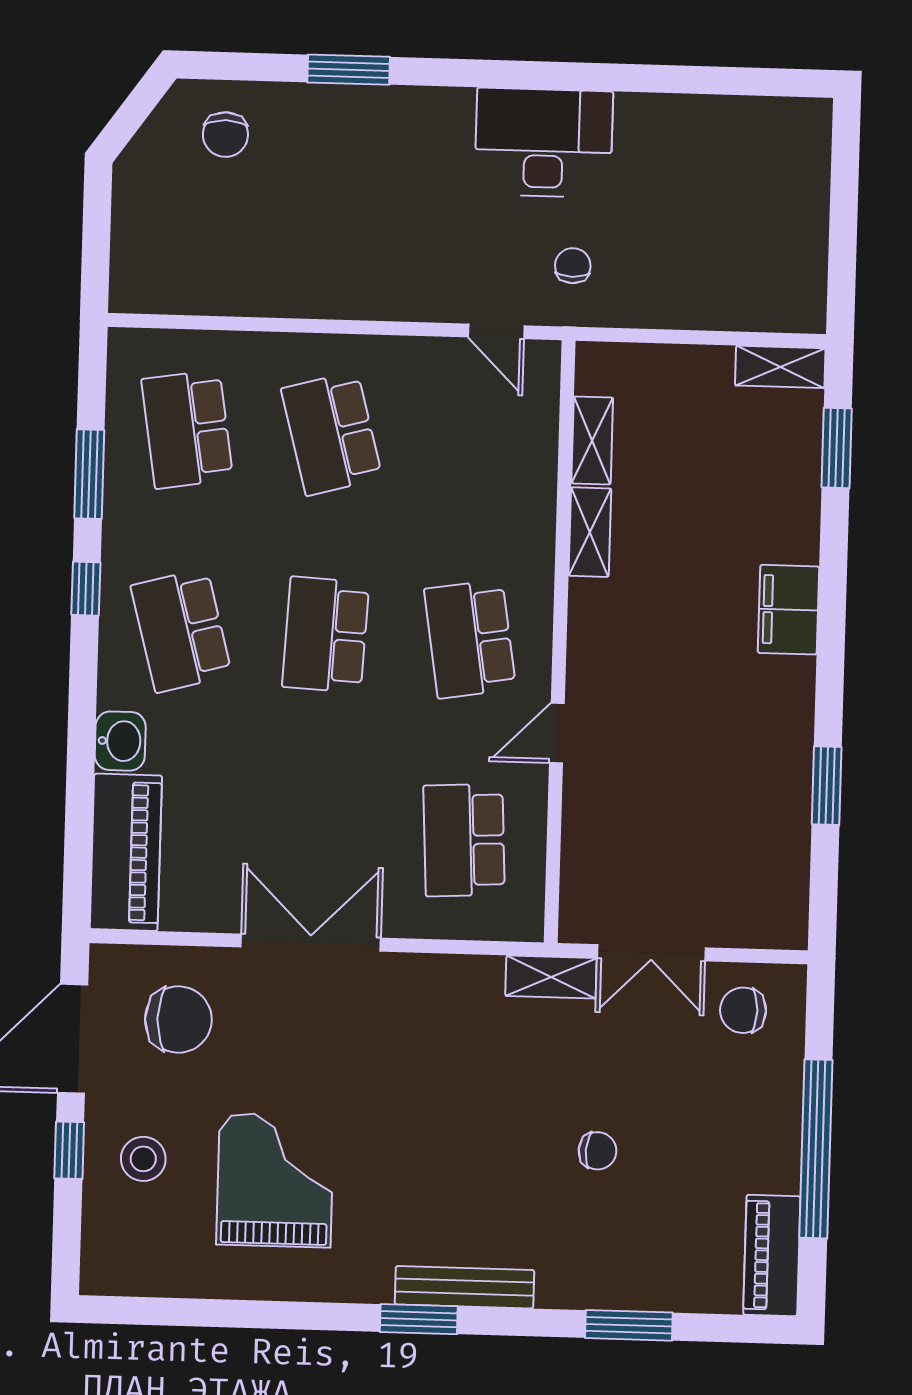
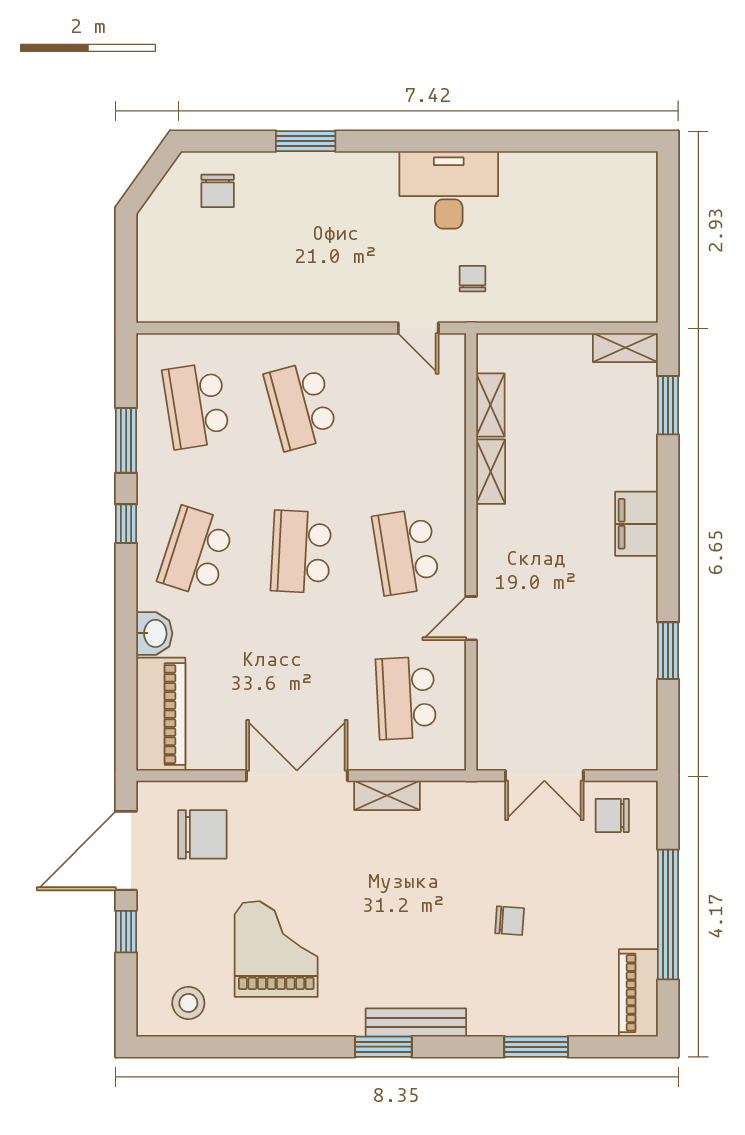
school desk: (181, 630) -> (196, 552), turned 33
shelving: (551, 977) -> (387, 795), moved
stool: (143, 1159) -> (188, 1003), moved

